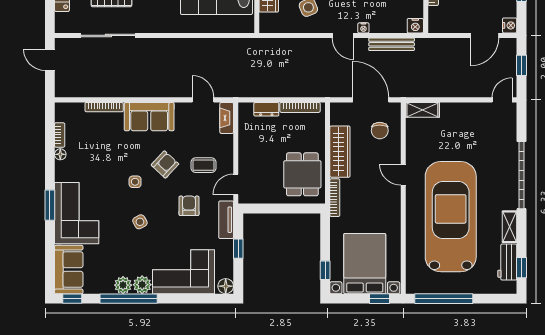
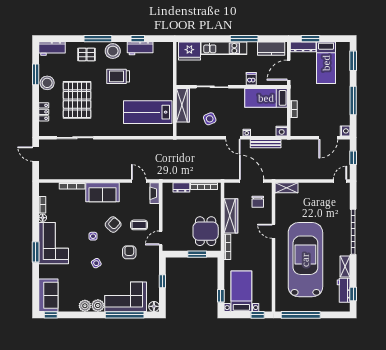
window: (290, 209) -> (197, 254), added
corner sofa: (77, 213) -> (54, 243), moved
tv unit: (226, 220) -> (154, 262), removed
bed with nightstands: (365, 264) -> (241, 291), width x0.73
window: (129, 299) -> (125, 315), moved

